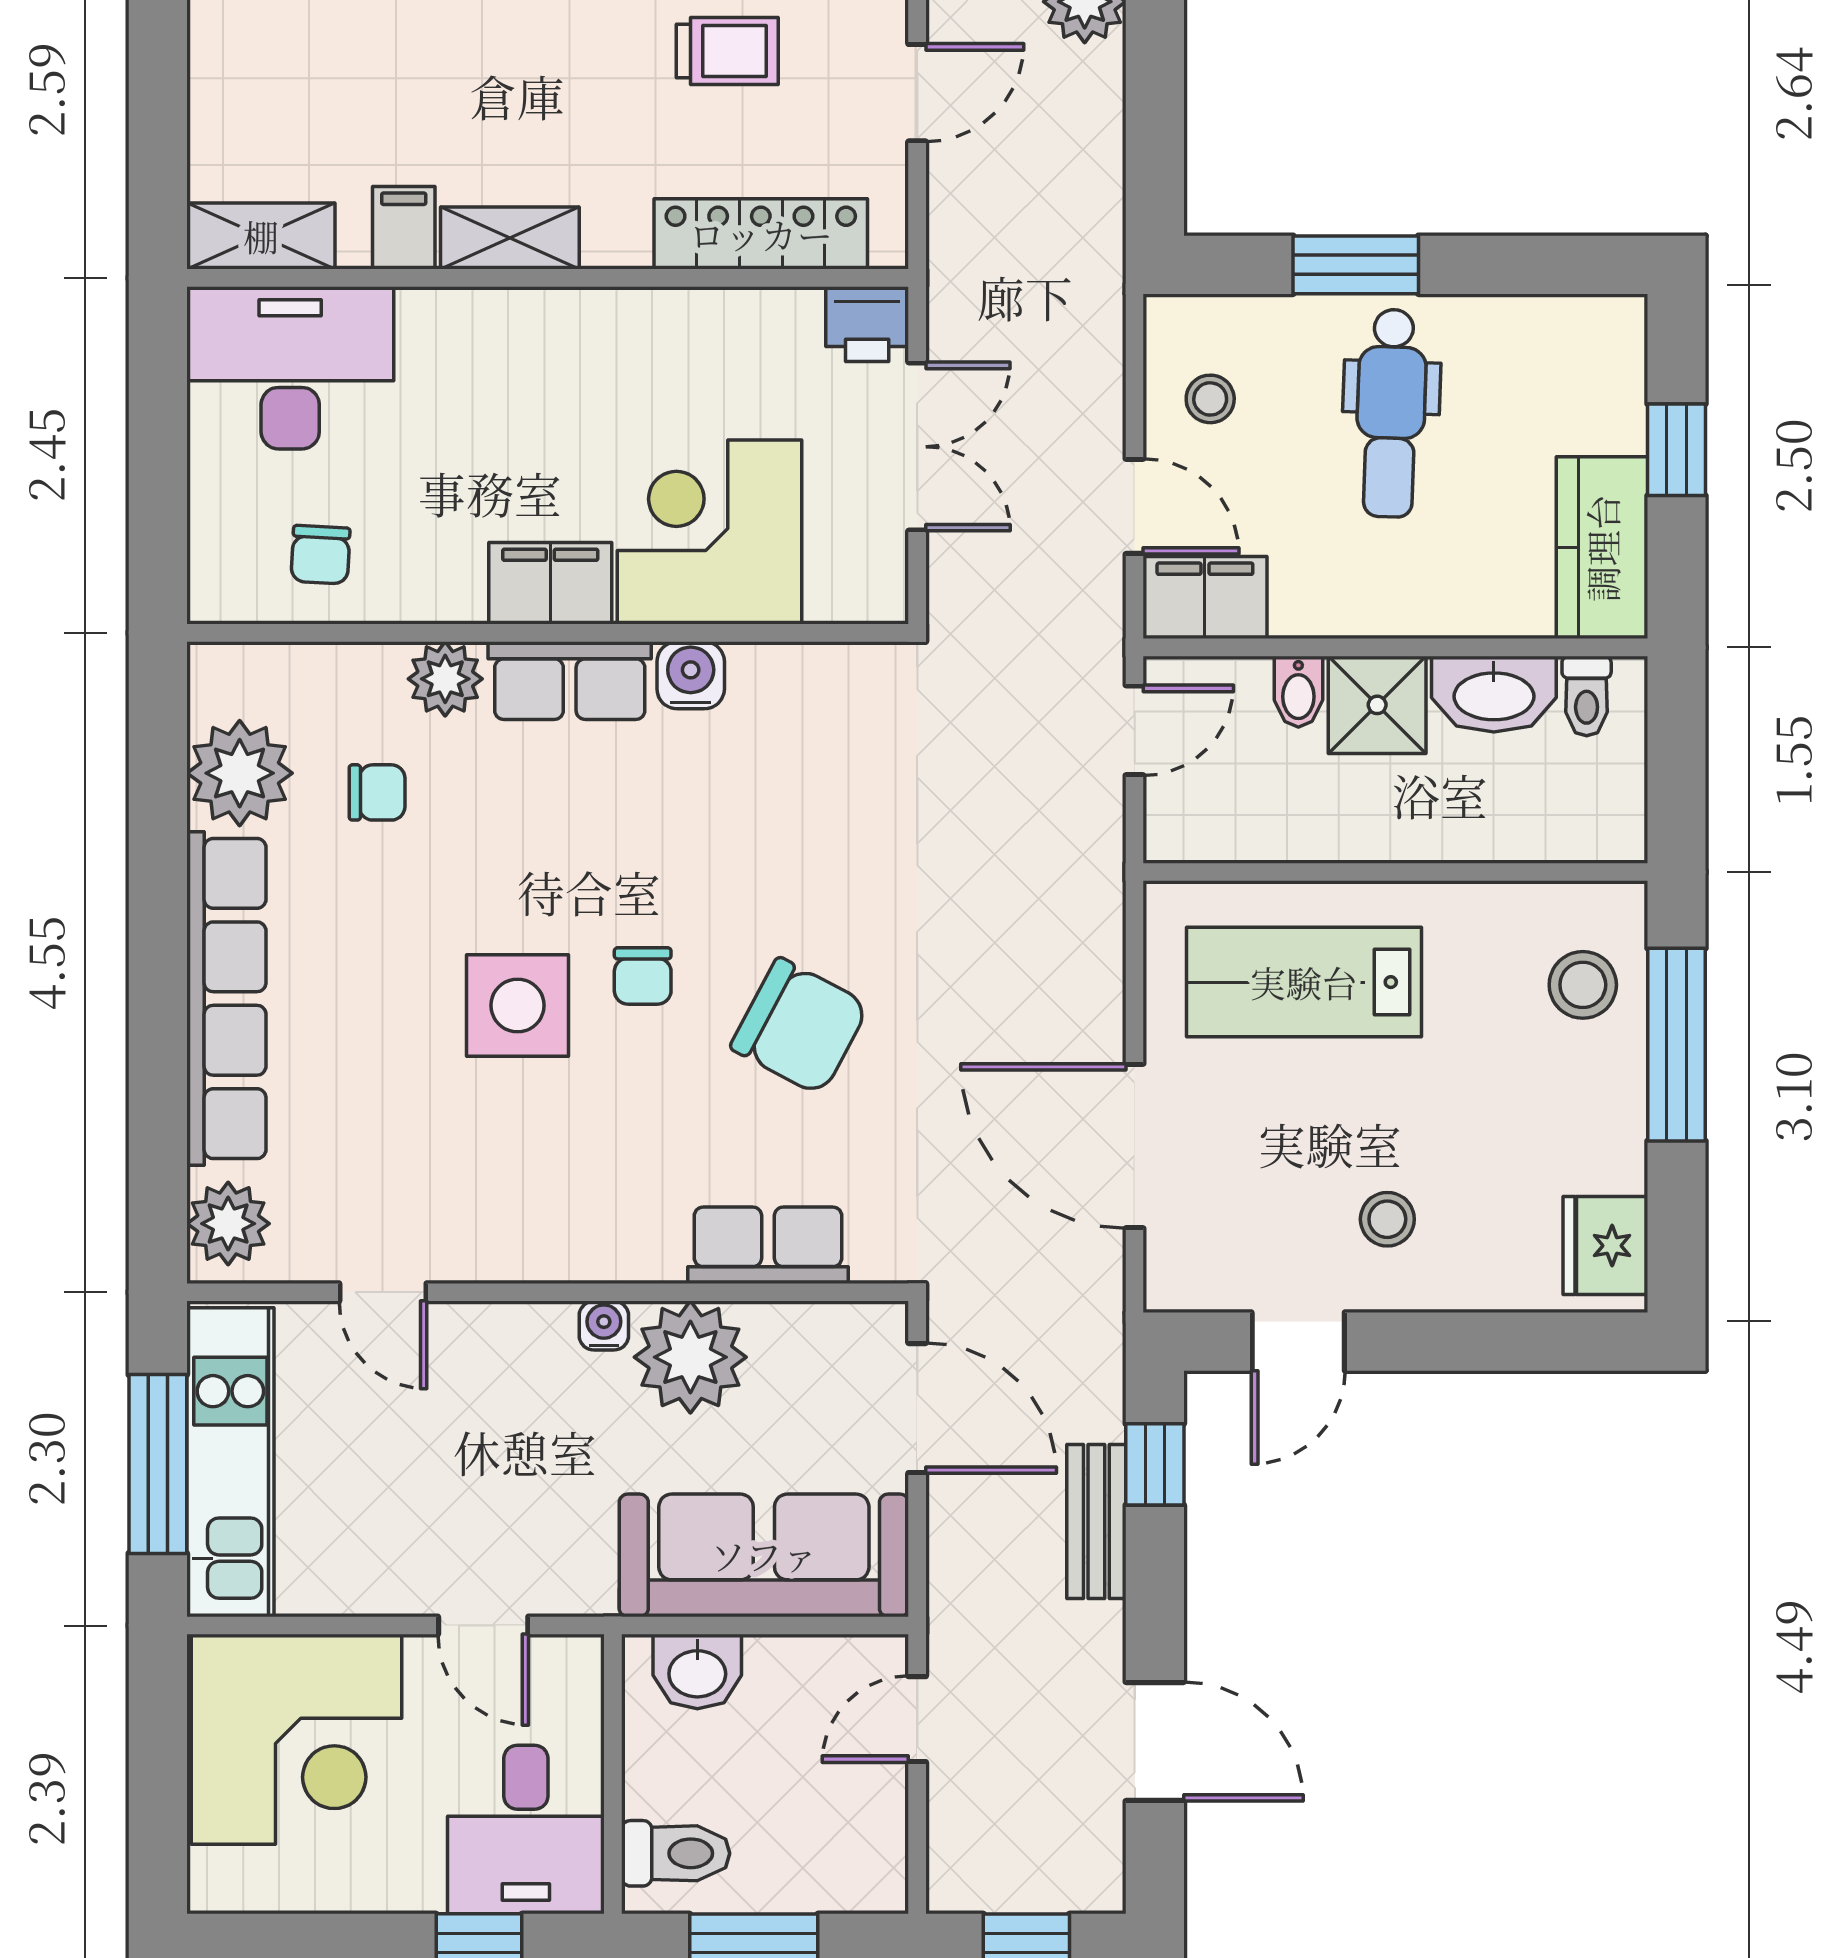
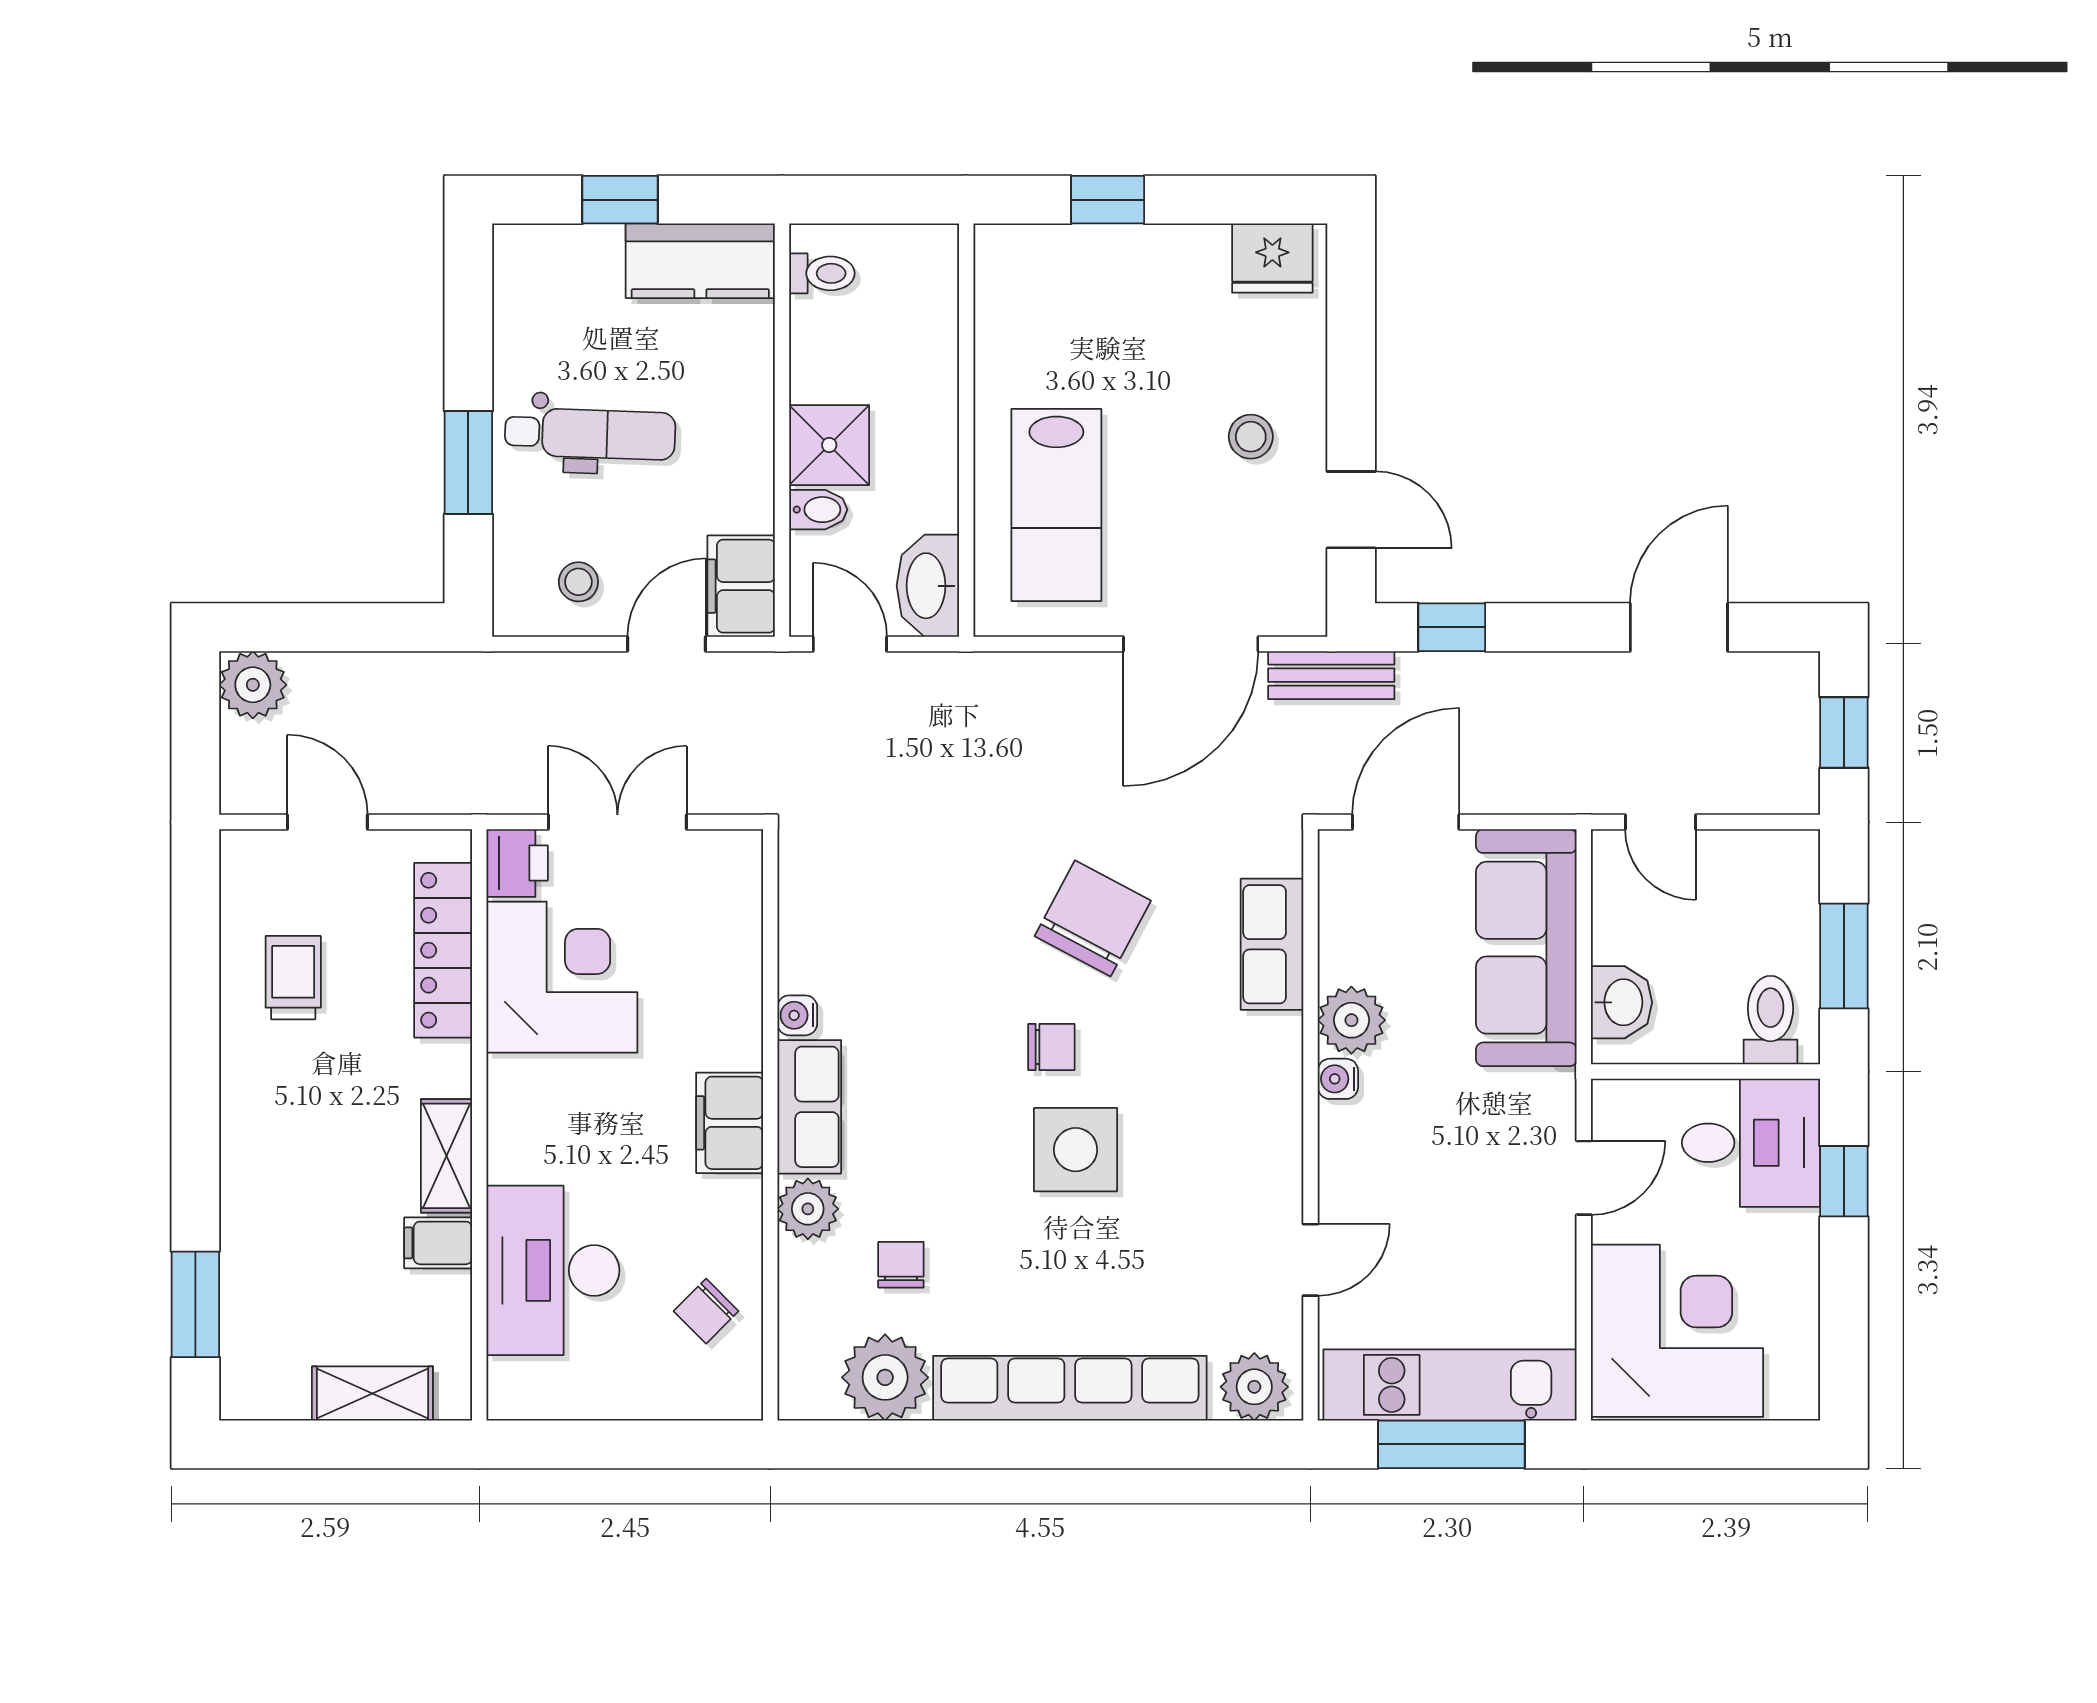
shelving: (261, 236) -> (372, 1393), moved, turned 90
desk: (290, 368) -> (553, 1270), moved
corner desk: (710, 532) -> (562, 977), moved, turned 180
chair: (320, 555) -> (706, 1311), turned 132
water cooler: (691, 675) -> (797, 1015), width x0.72, depth x0.72
washbasin: (1494, 694) -> (928, 586), moved, turned 180
stool: (1583, 985) -> (1059, 276), removed
window: (1676, 1045) -> (1108, 200), width x0.46
plant: (690, 1357) -> (1351, 1020), width x0.73, depth x0.73
bench: (1096, 1522) -> (1331, 675), moved

